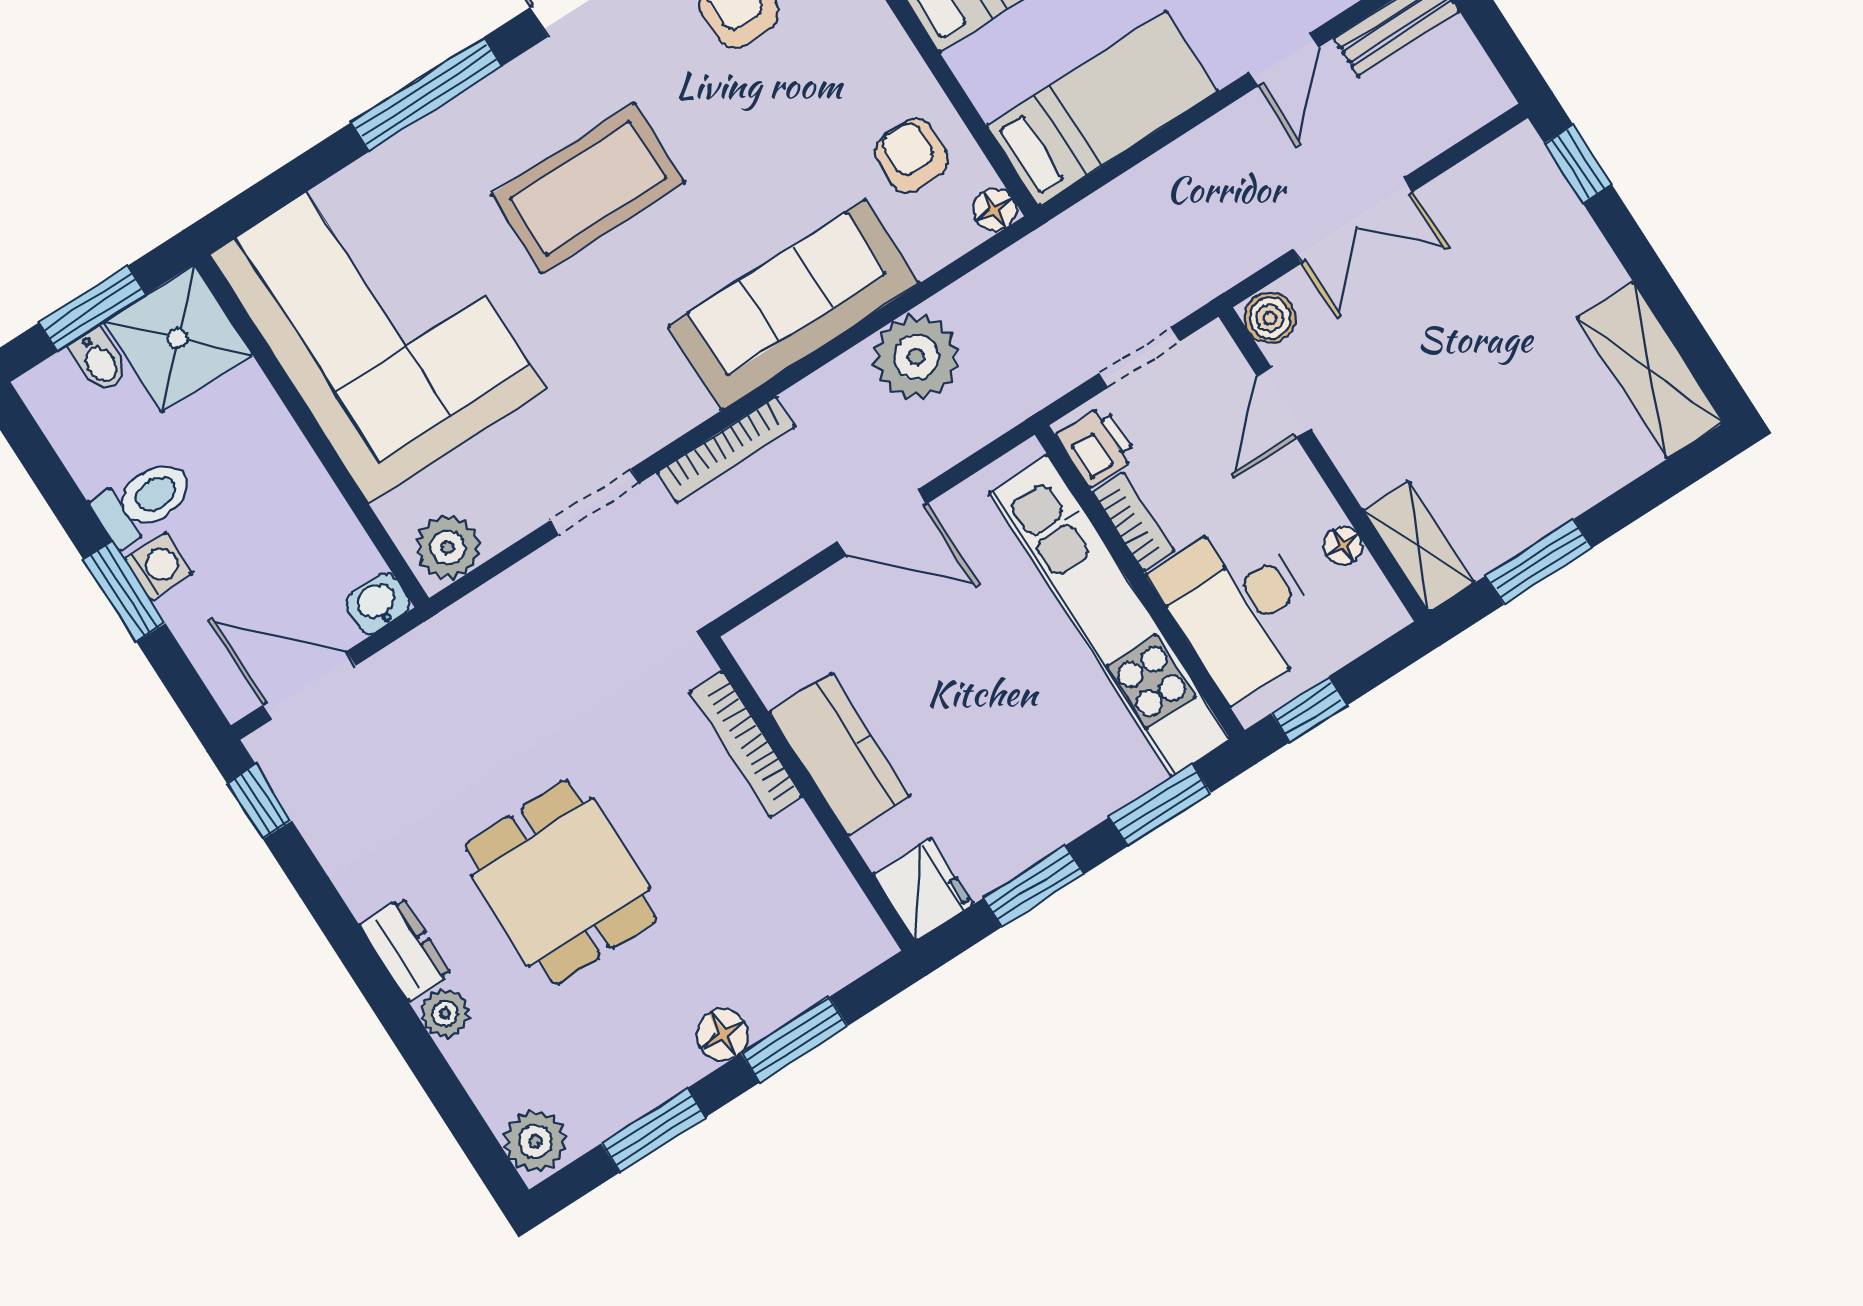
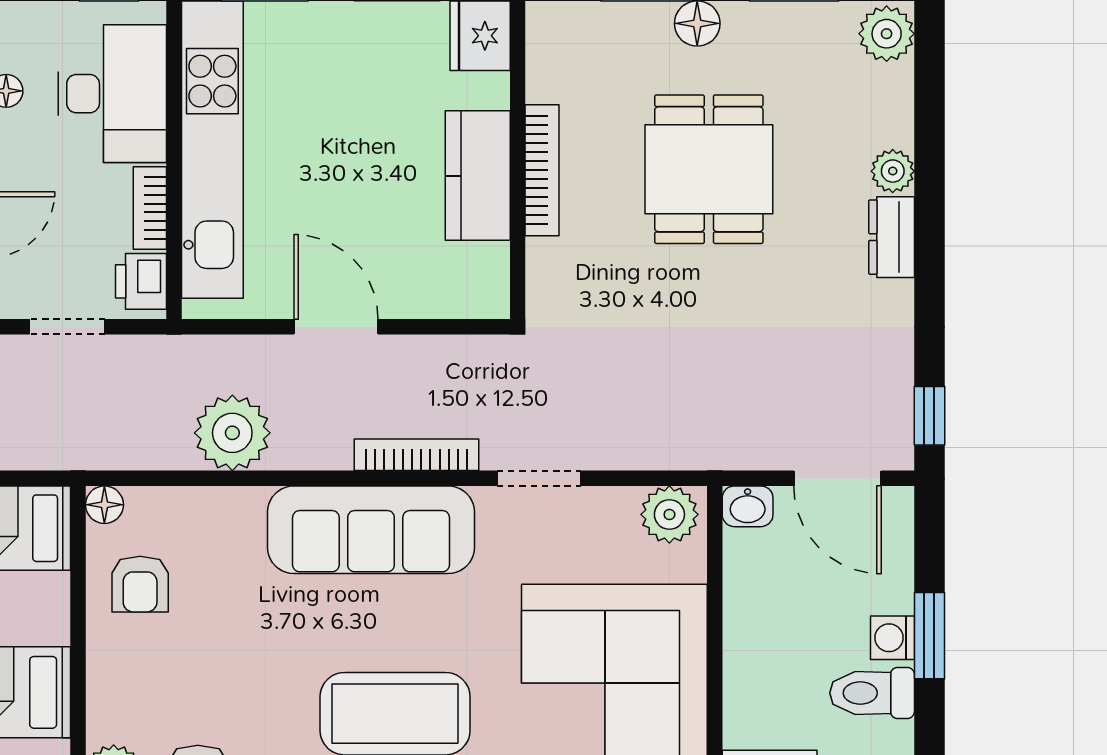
sofa: (794, 305) -> (371, 530), moved
bookcase: (746, 744) -> (542, 170), moved
dining table: (561, 882) -> (709, 169), moved

